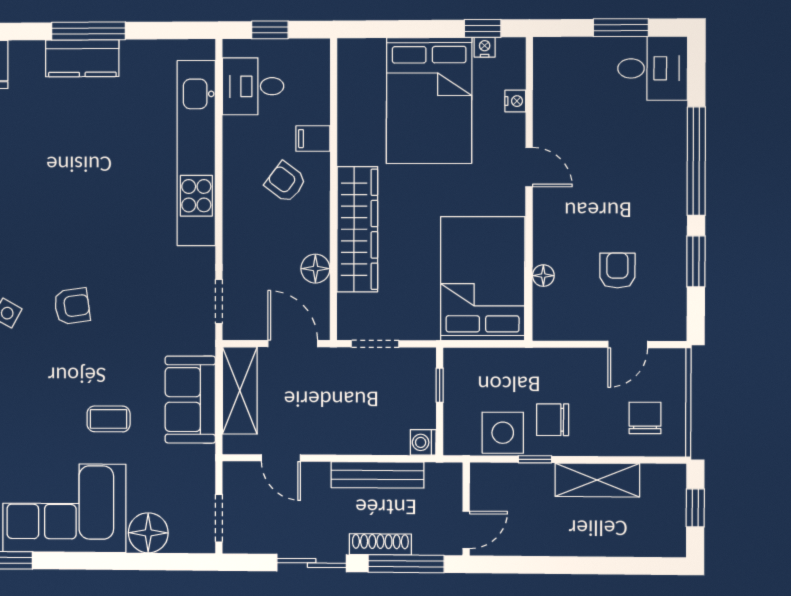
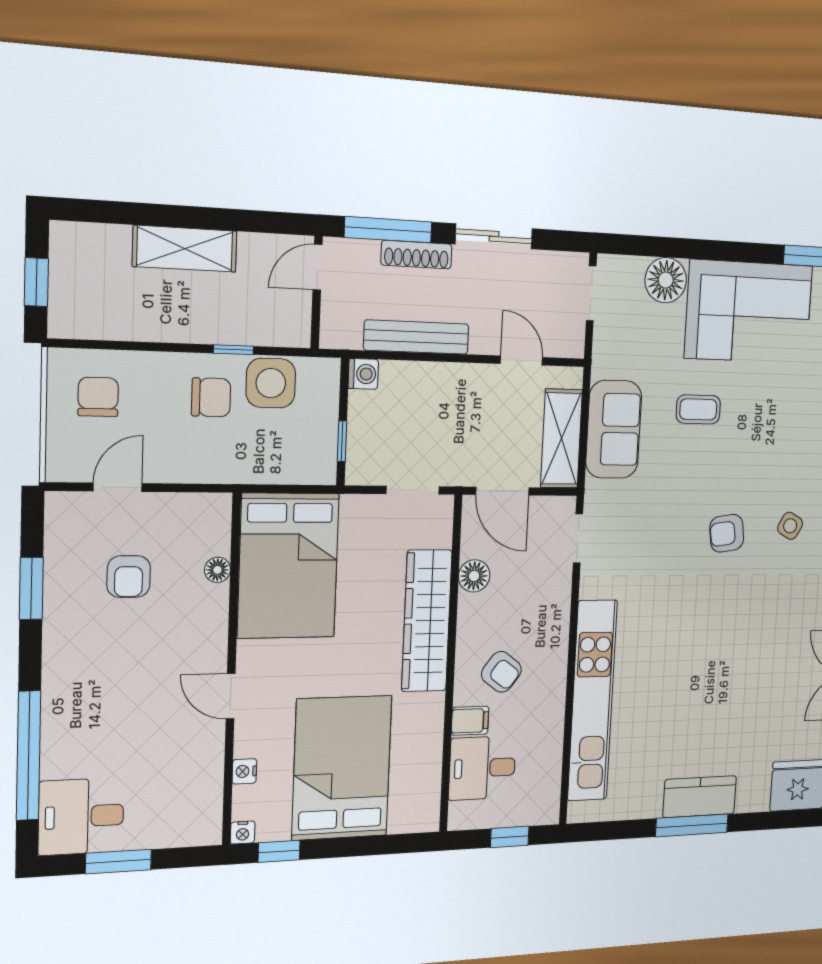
nightstand: (485, 47) -> (243, 833), moved
desk: (253, 86) -> (482, 768), moved, turned 180
window: (696, 161) -> (28, 756), moved
chair: (645, 418) -> (98, 397), turned 180
shelving: (597, 480) -> (185, 249), moved

